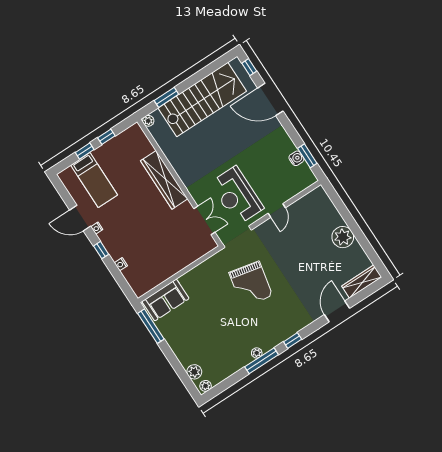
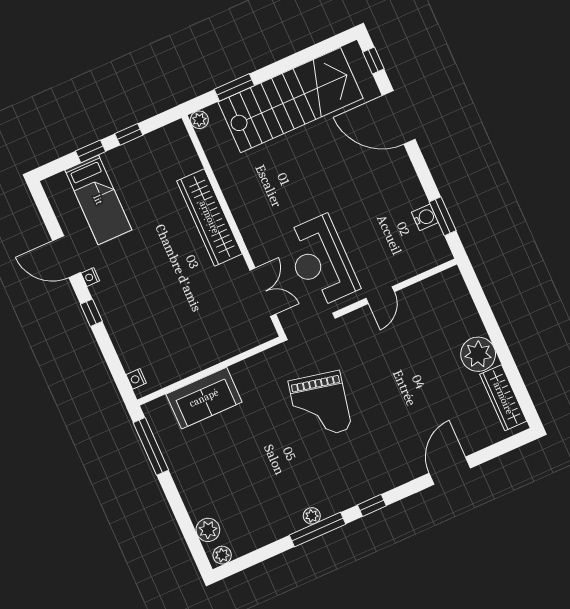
nightstand: (121, 264) -> (136, 379), moved
wardrobe: (362, 282) -> (503, 398), moved, turned -90
sofa: (165, 300) -> (204, 398), moved

